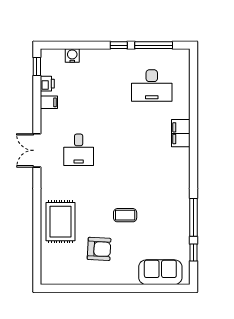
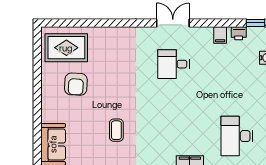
coffee table: (125, 215) -> (116, 130), moved
rug: (61, 222) -> (66, 48), moved

